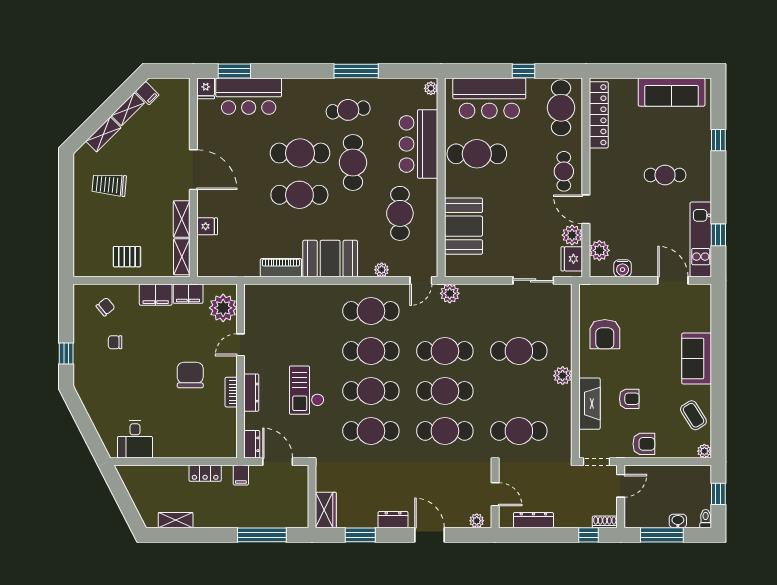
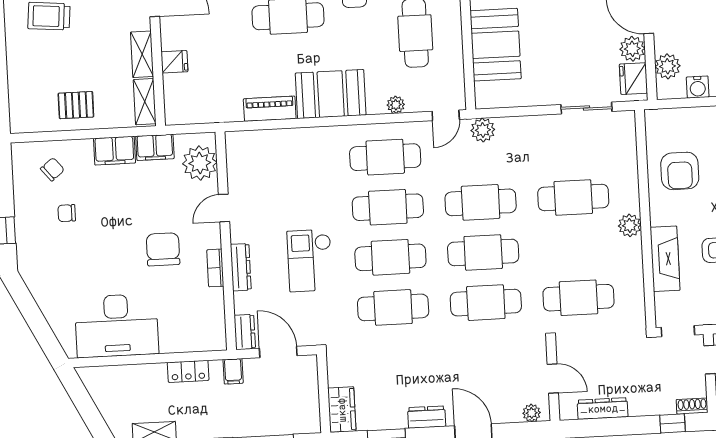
desk: (135, 439) -> (117, 326), width x1.87, depth x1.30

